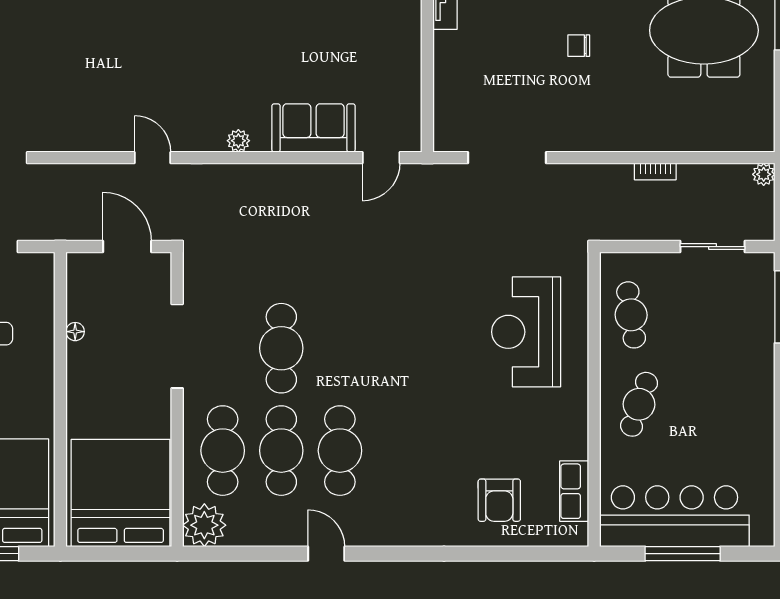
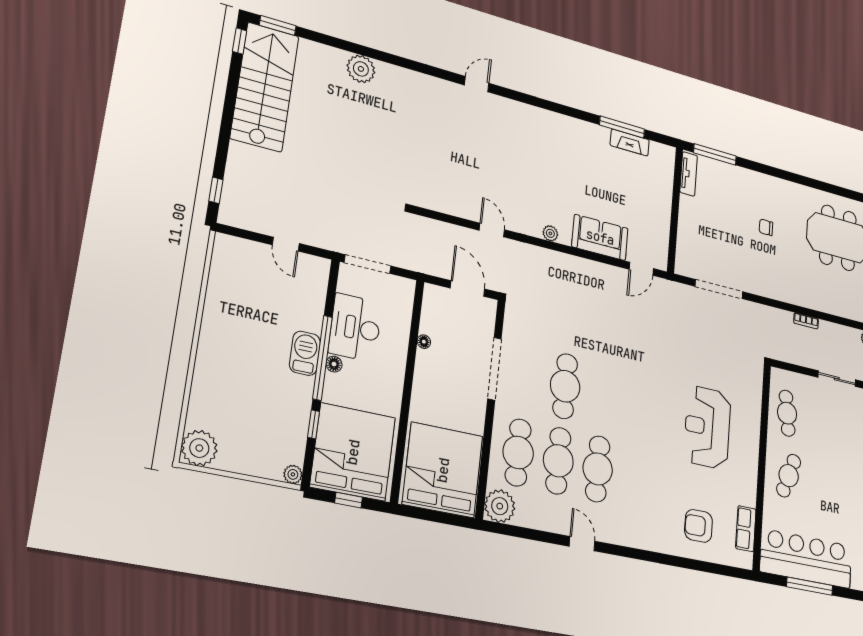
reception desk: (526, 332) -> (707, 427), moved
armchair: (499, 500) -> (699, 526), turned 90

